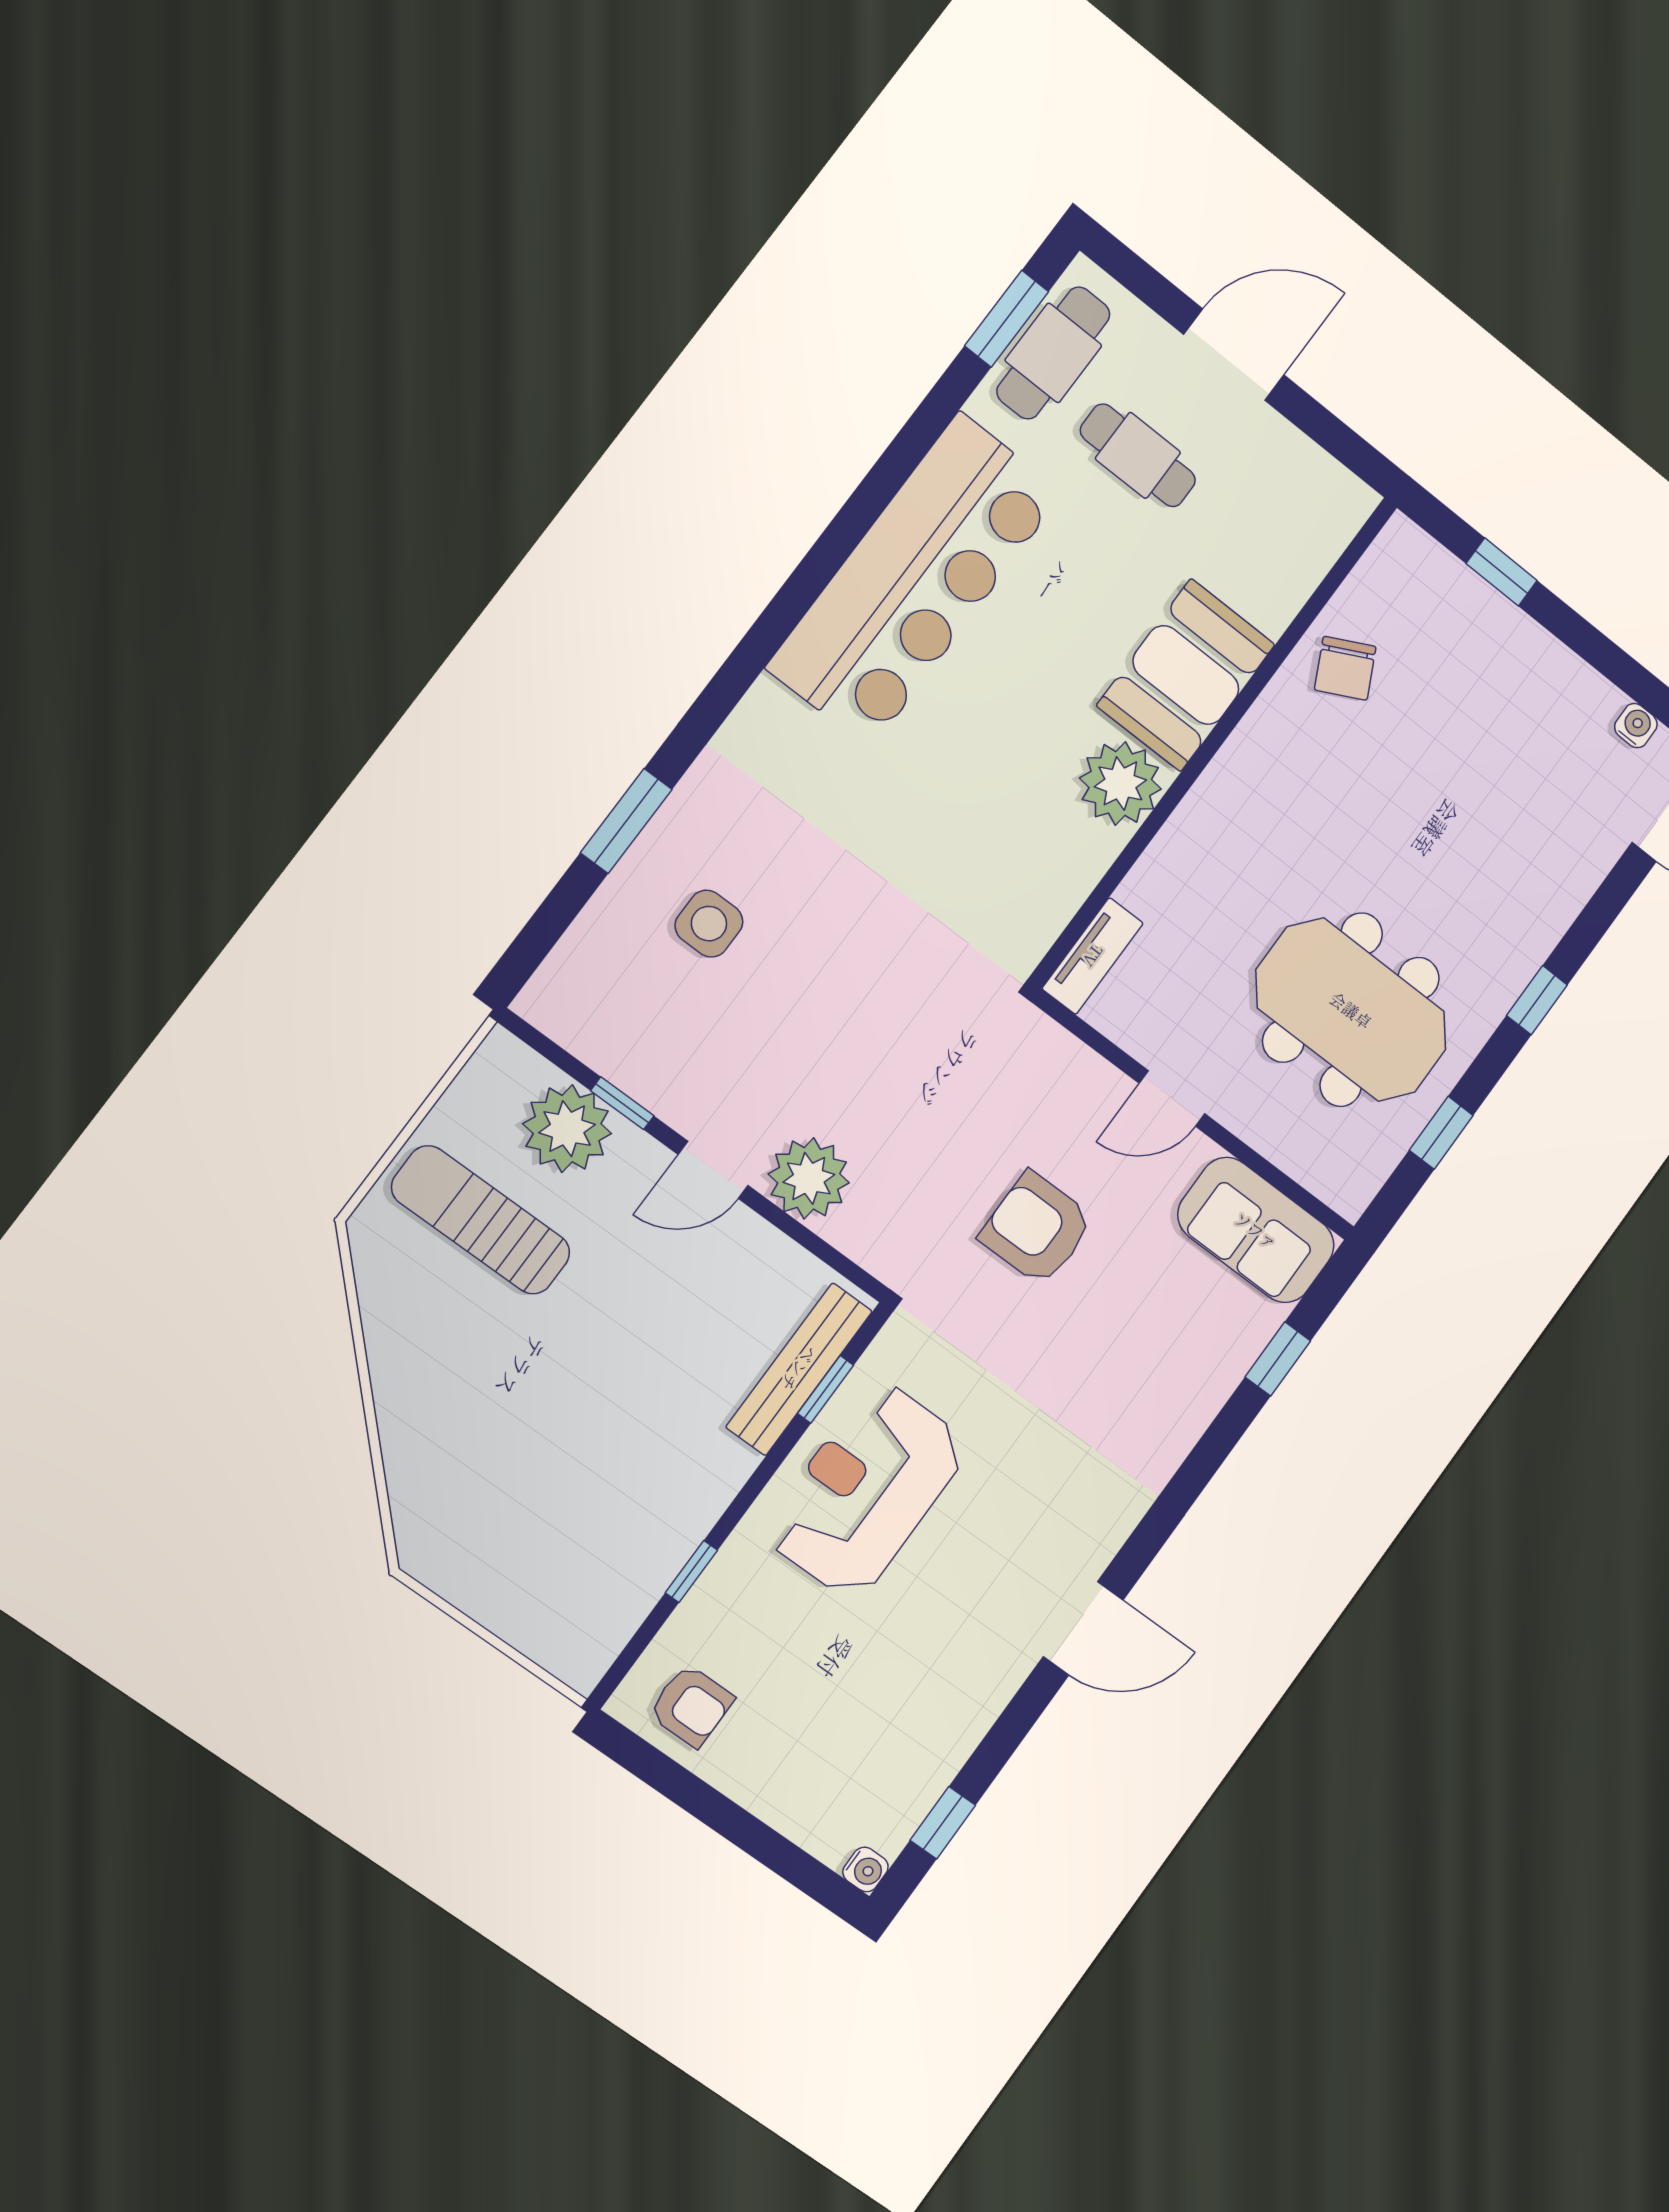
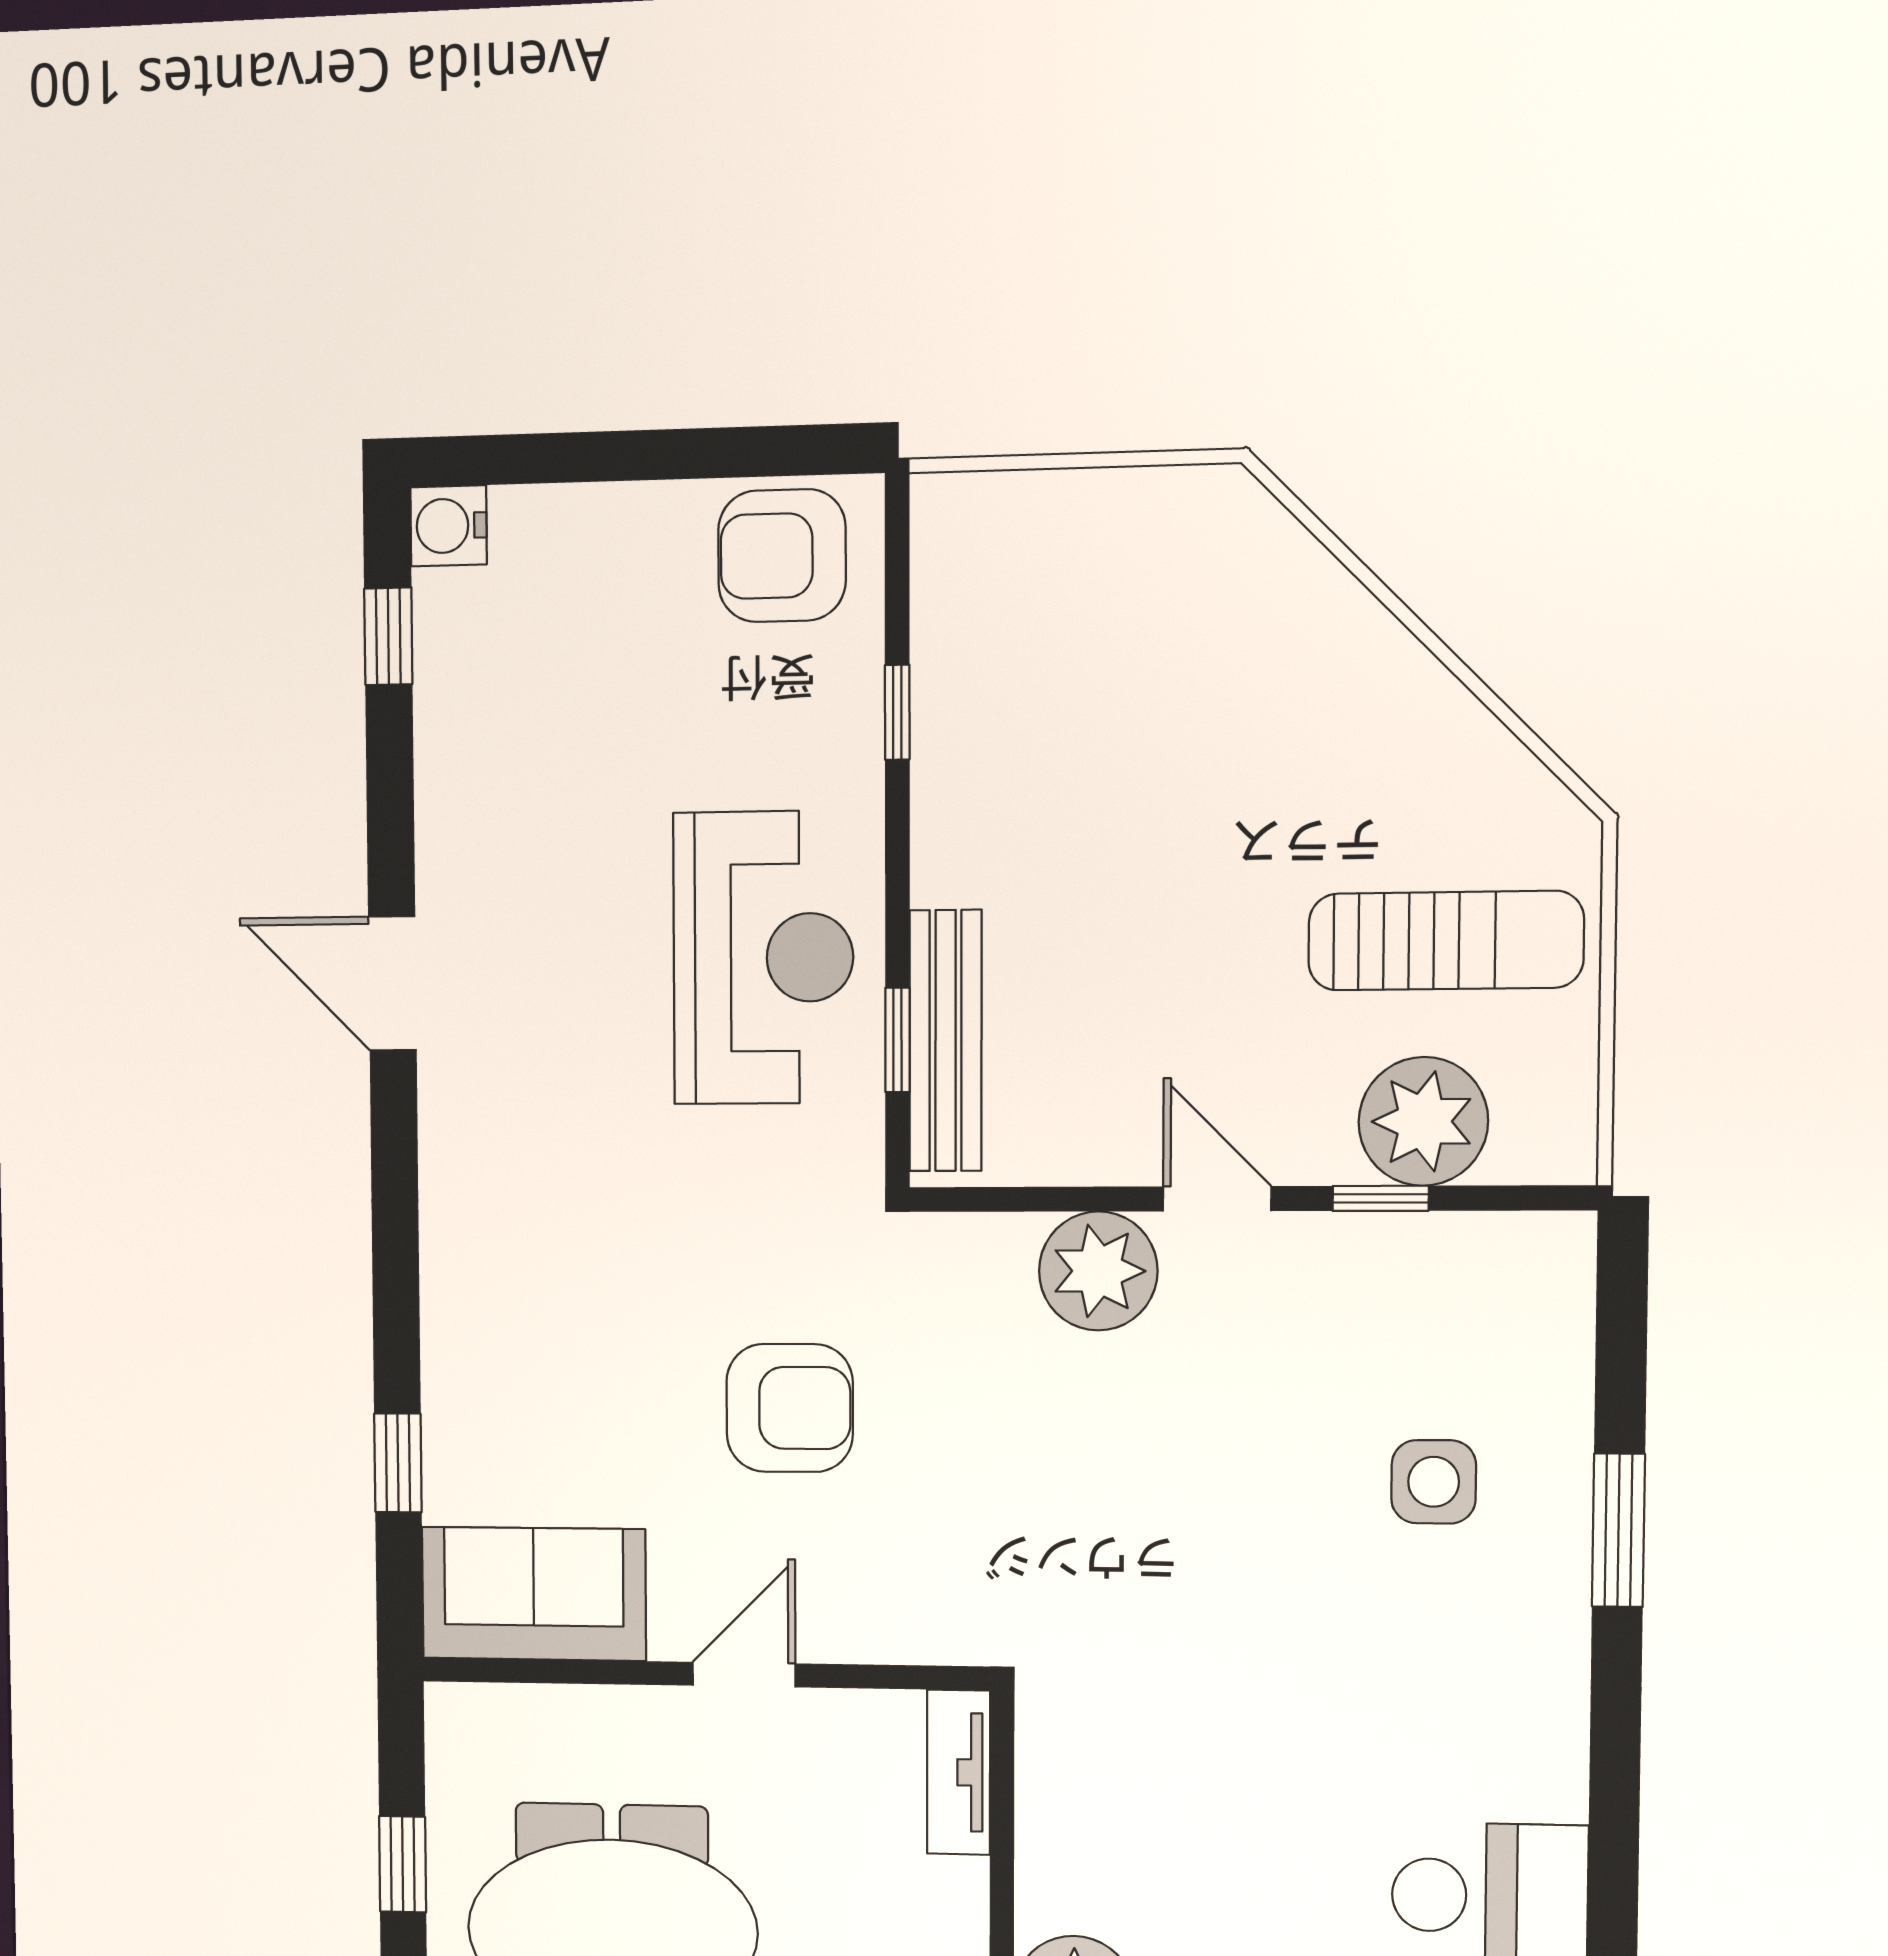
door: (713, 1170) -> (1217, 1199), hinge flipped
door: (1083, 1628) -> (392, 983), hinge flipped
armchair: (691, 1706) -> (782, 556), width x1.38, depth x1.38
water cooler: (865, 1869) -> (449, 526), width x1.38, depth x1.38

